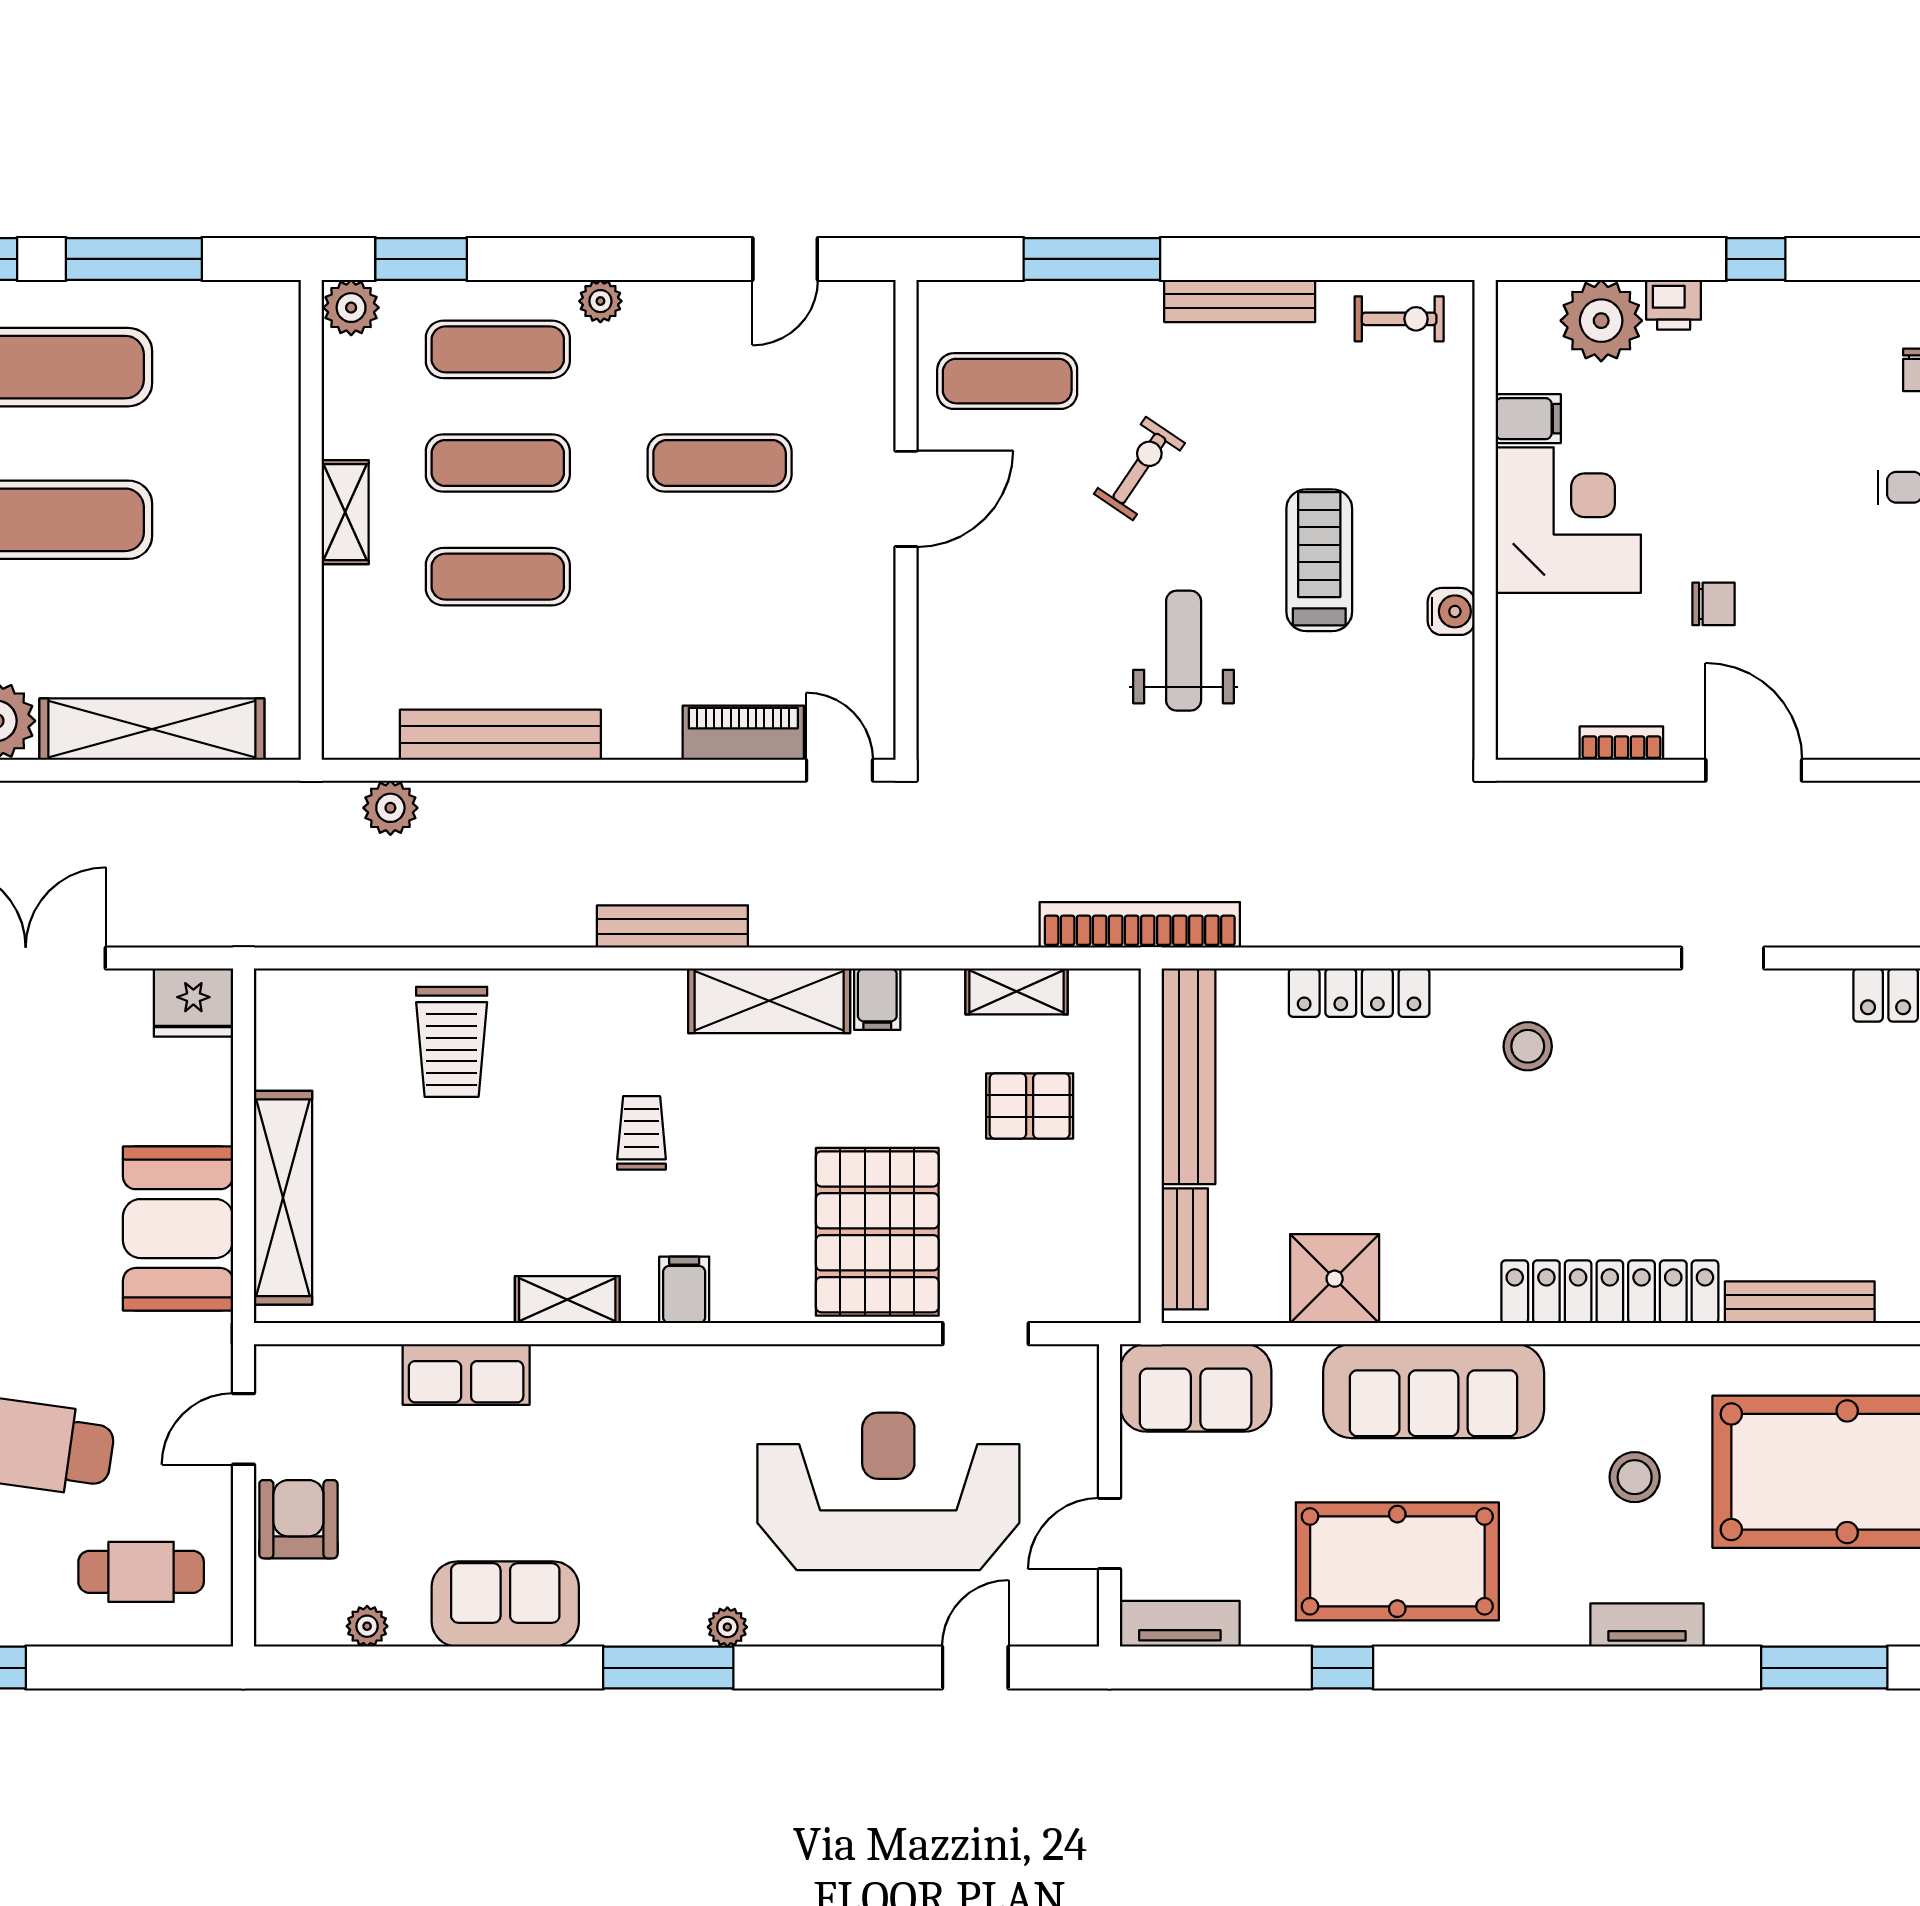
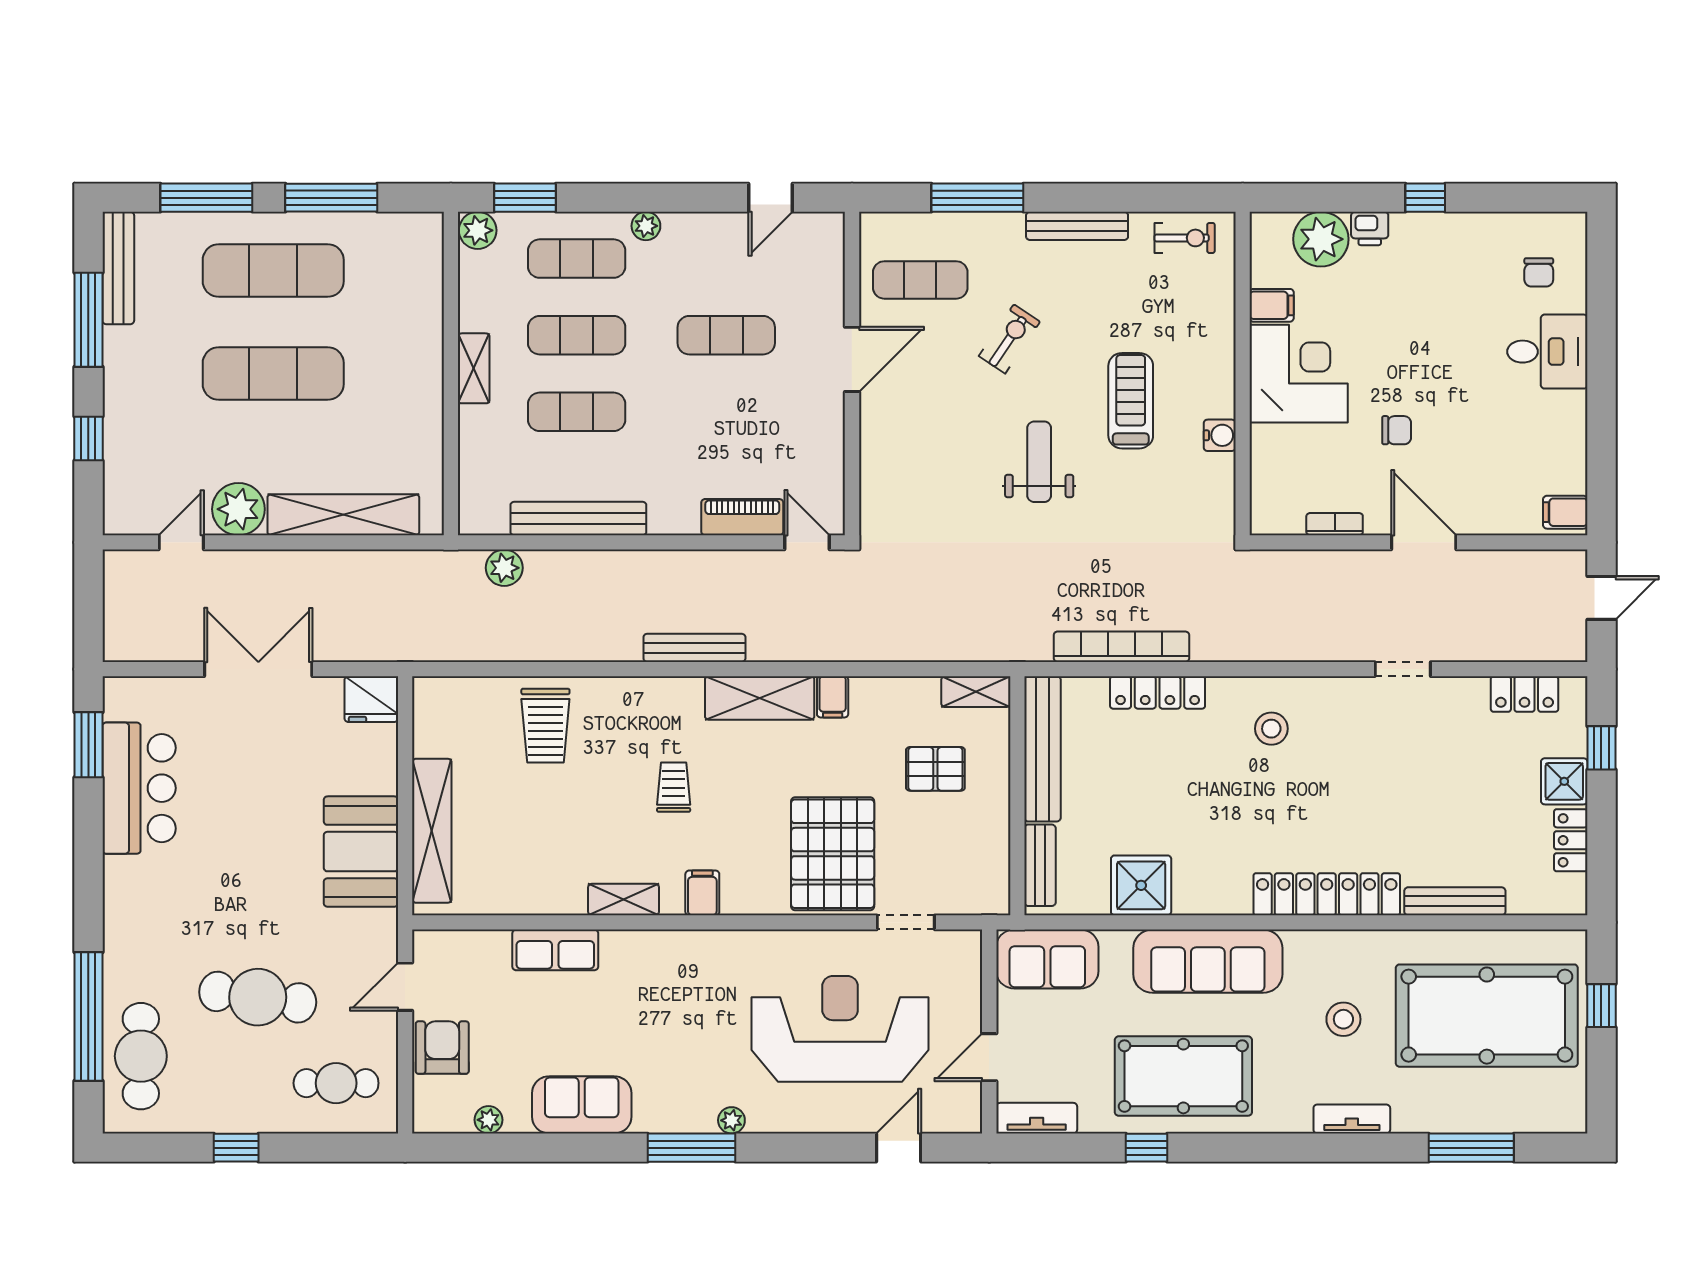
bookcase: (1140, 925) -> (1121, 647), moved
shelving: (1017, 991) -> (976, 692), moved

